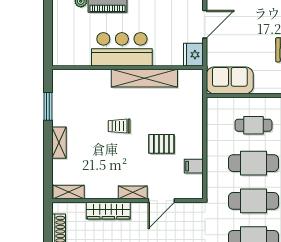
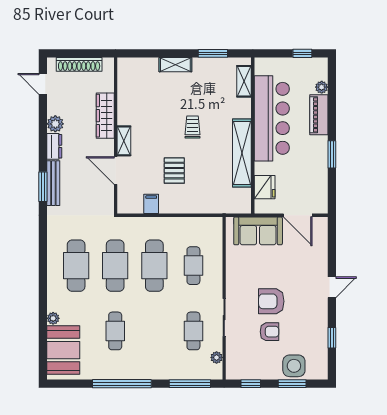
window: (48, 20) -> (302, 53), added
bar counter: (122, 49) -> (272, 118), width x1.36
fridge: (193, 55) -> (265, 187), moved, turned 90
sofa: (230, 80) -> (258, 231), moved, turned 90
shelving: (69, 192) -> (244, 81), moved

